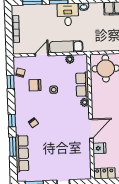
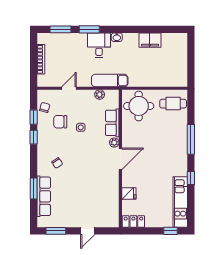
exam couch: (66, 47) -> (110, 81), moved
window: (12, 121) -> (34, 137), moved
door: (91, 129) -> (120, 159), moved

